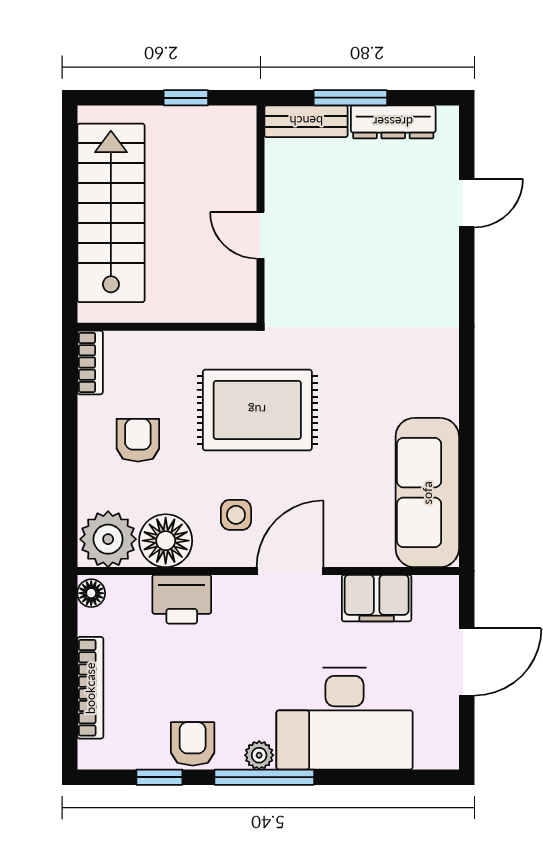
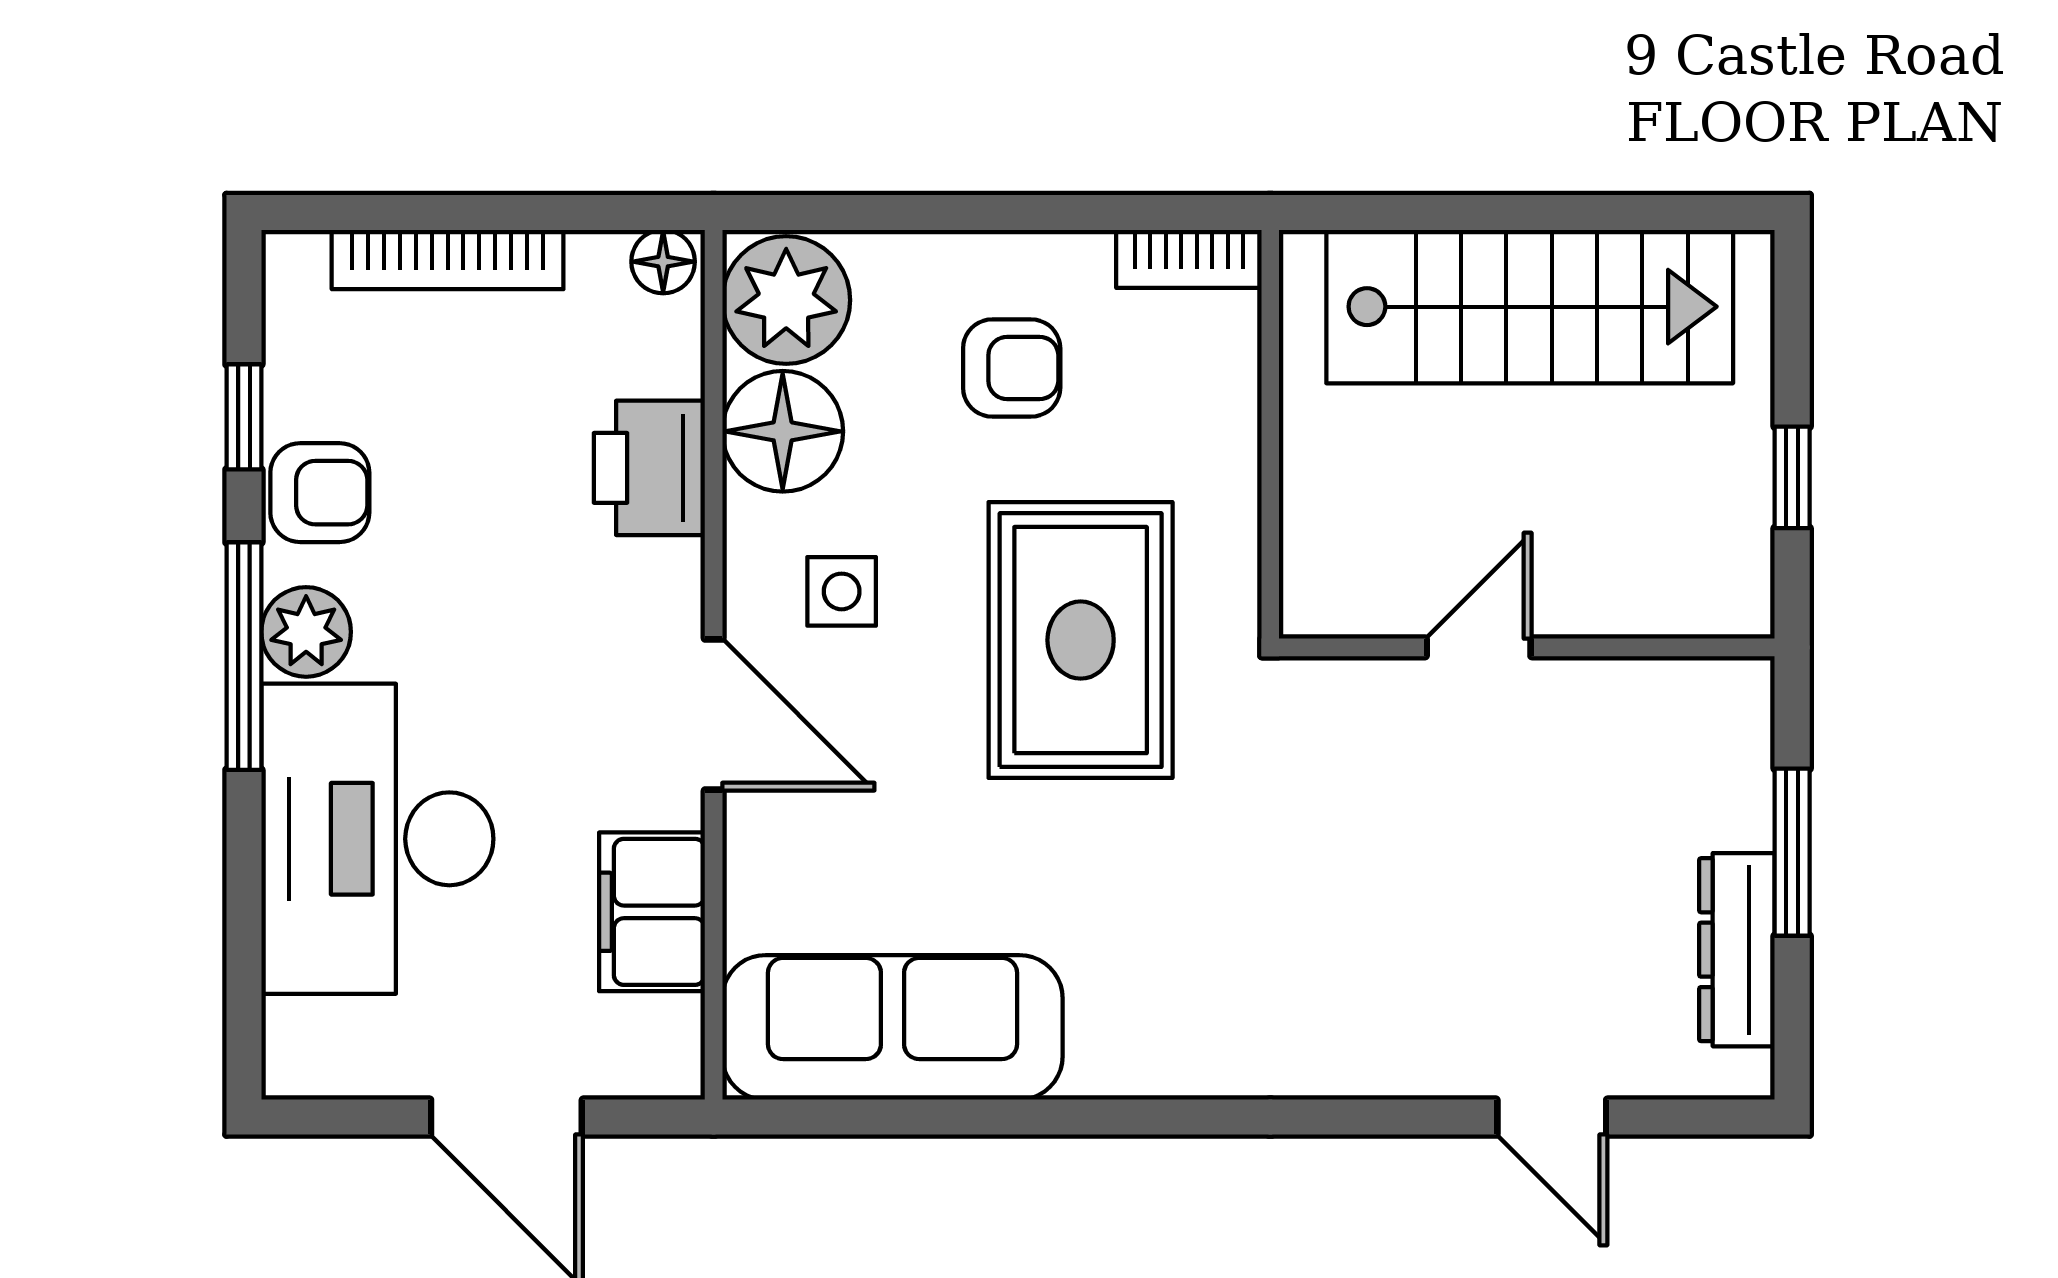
bench: (306, 121) -> (1738, 751), removed
plant: (259, 755) -> (306, 632), width x1.38, depth x1.38

